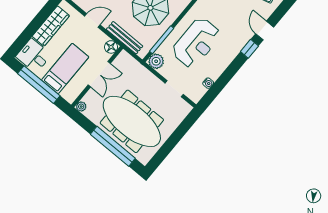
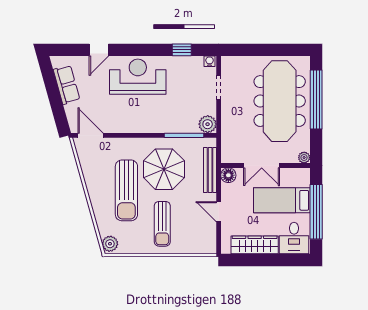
reception desk: (196, 43) -> (138, 77), moved
window: (249, 49) -> (182, 50), moved
double door: (99, 74) -> (262, 166), swing flipped
water cooler: (208, 83) -> (210, 61), moved

